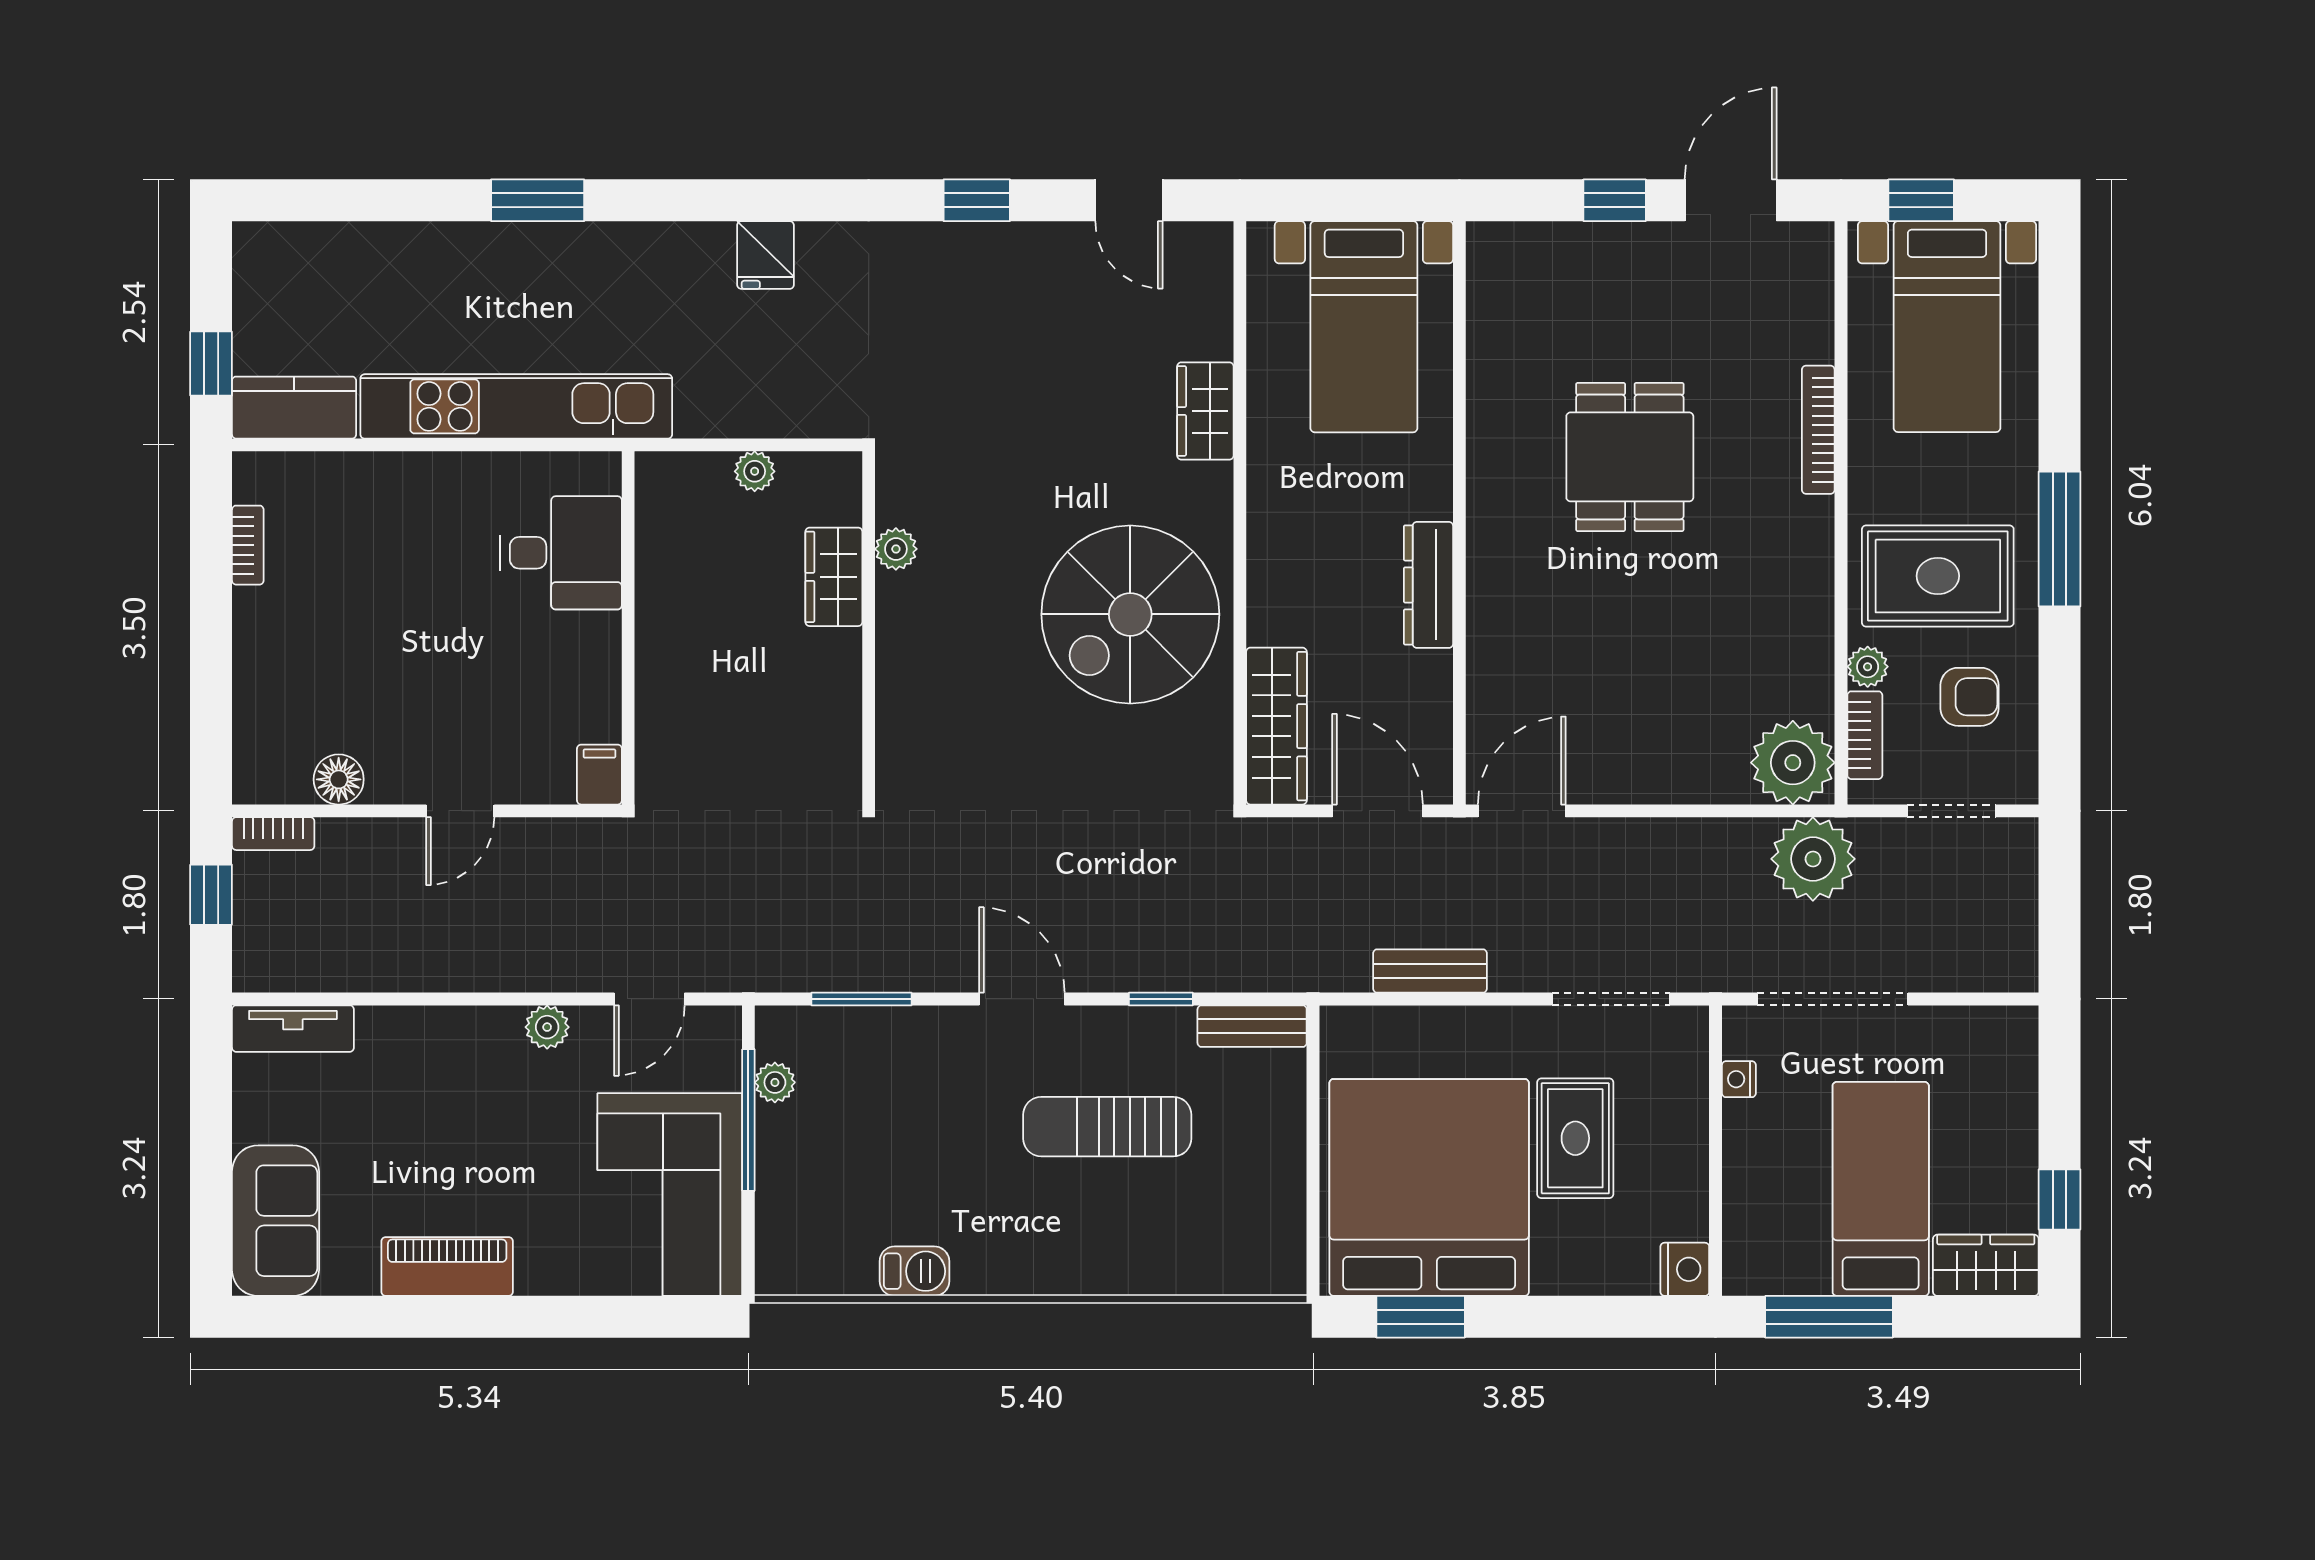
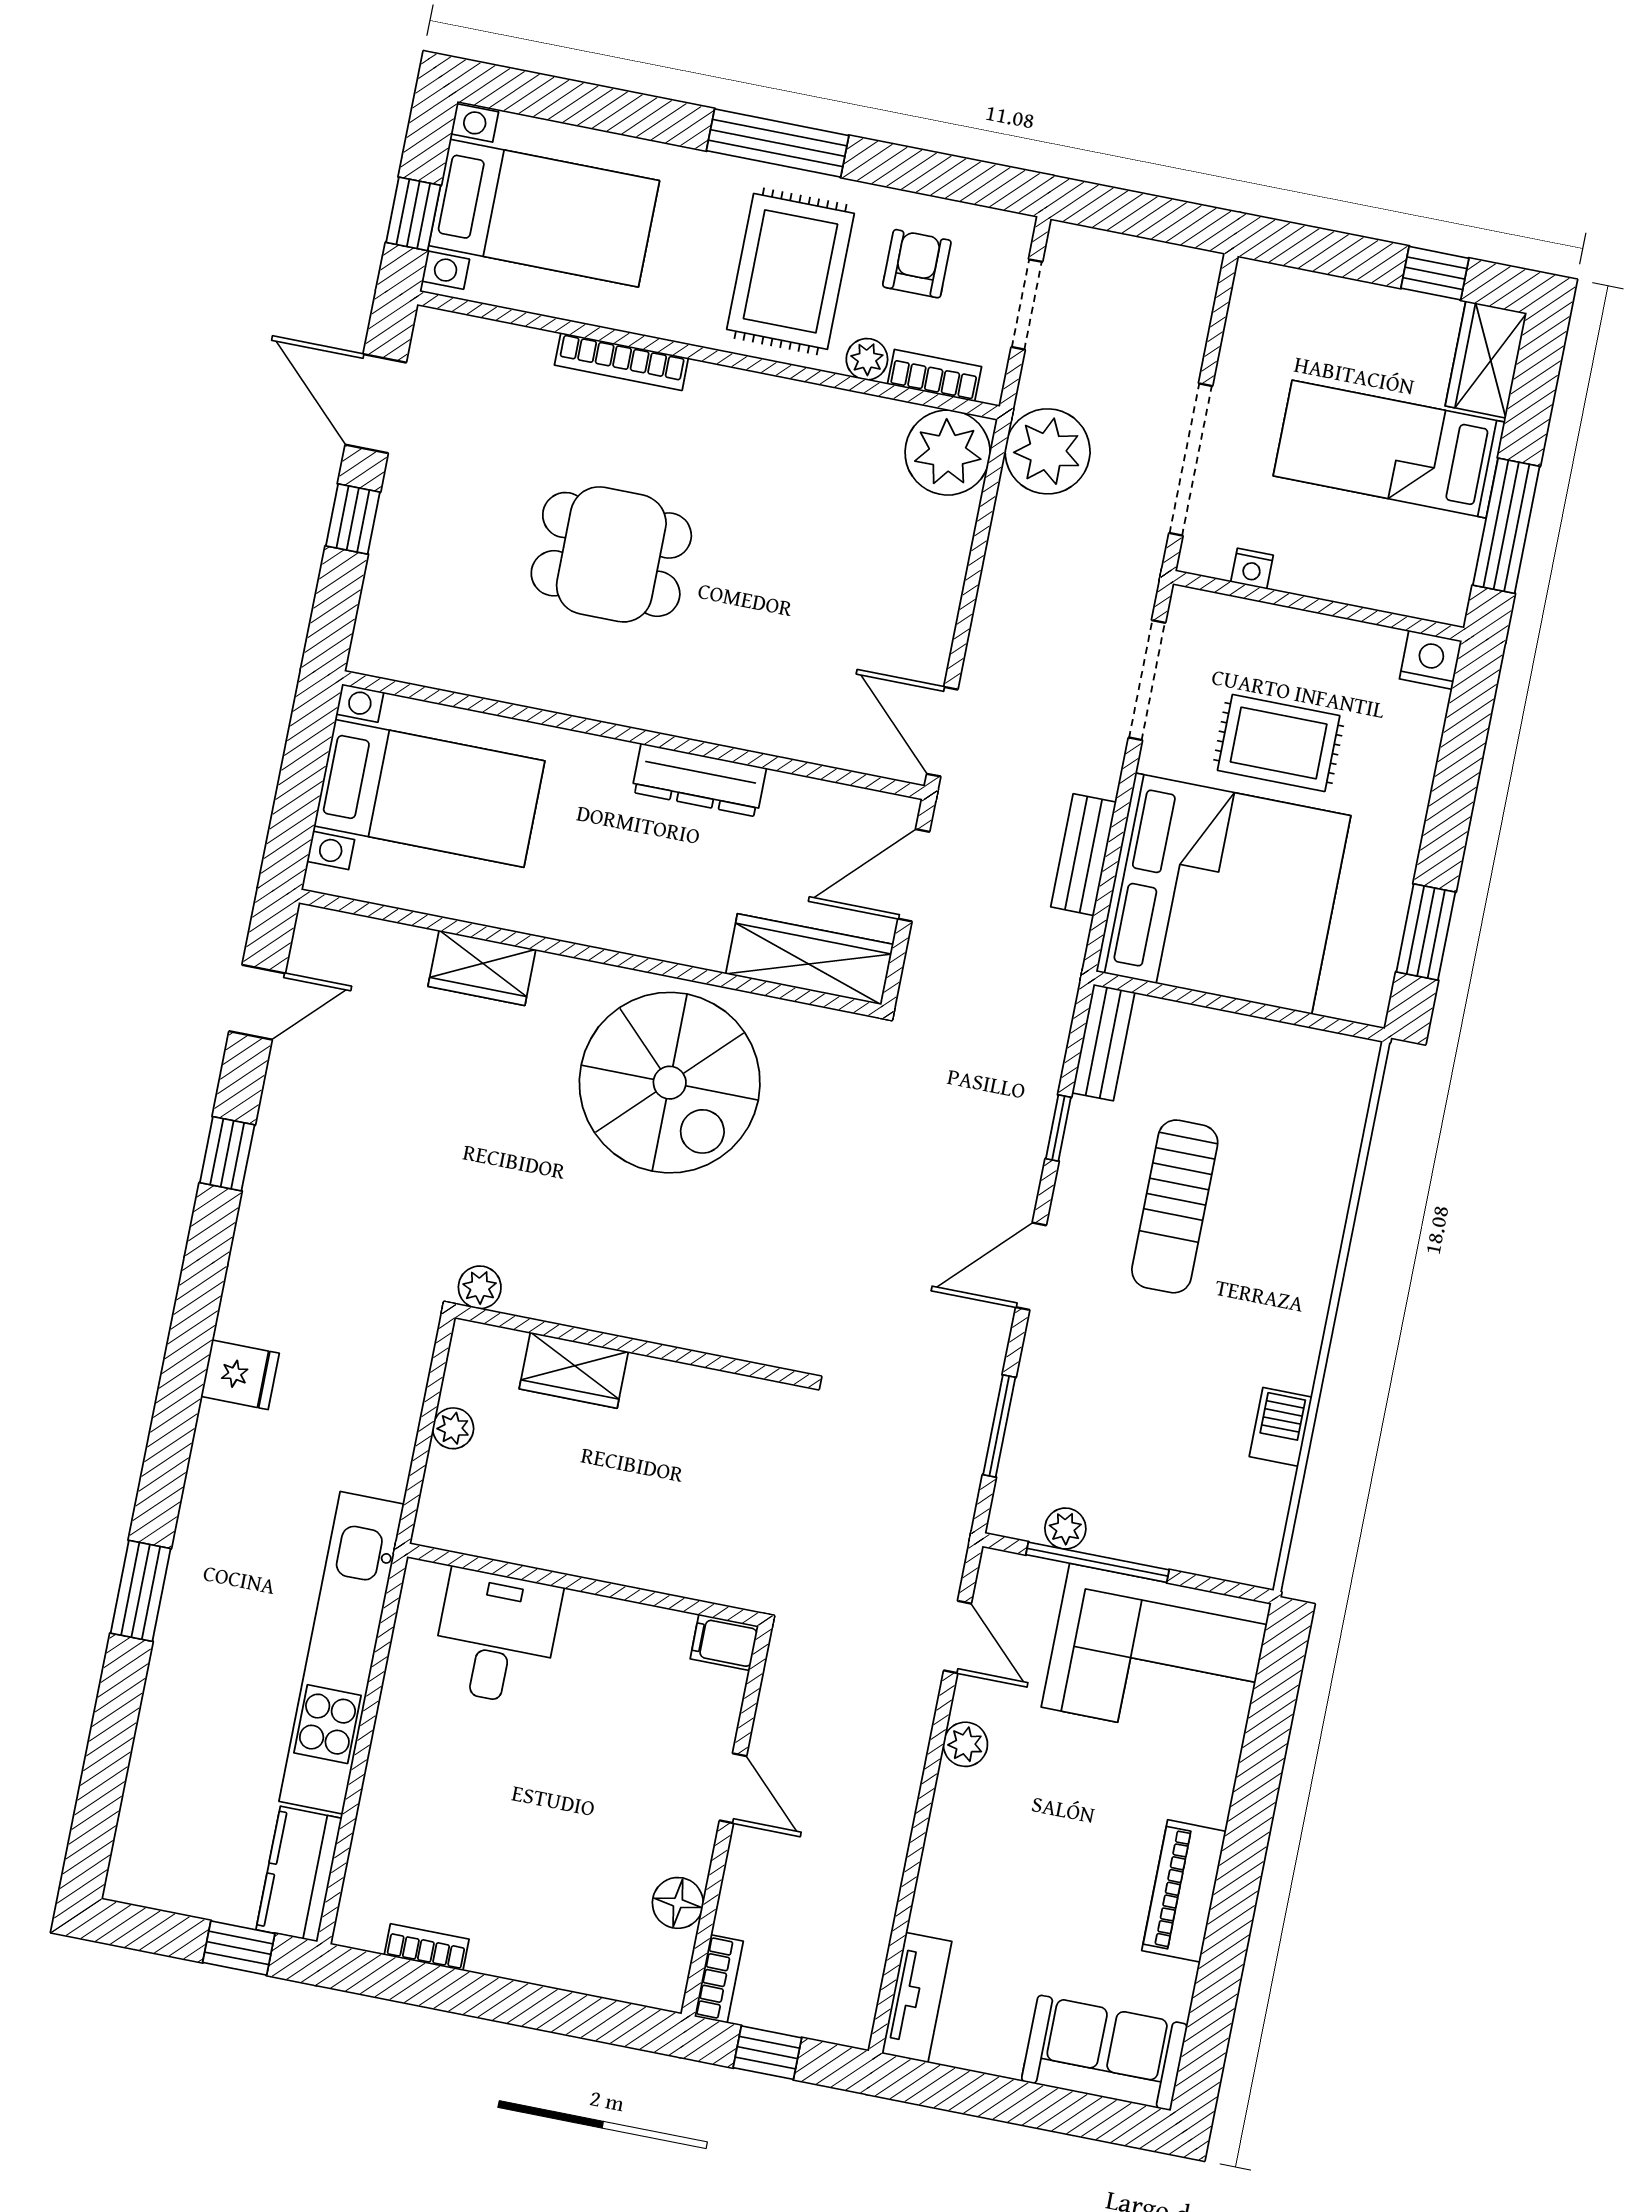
plant: (896, 549) -> (480, 1287), moved
bed: (1429, 1187) -> (1223, 894), moved, turned 180

